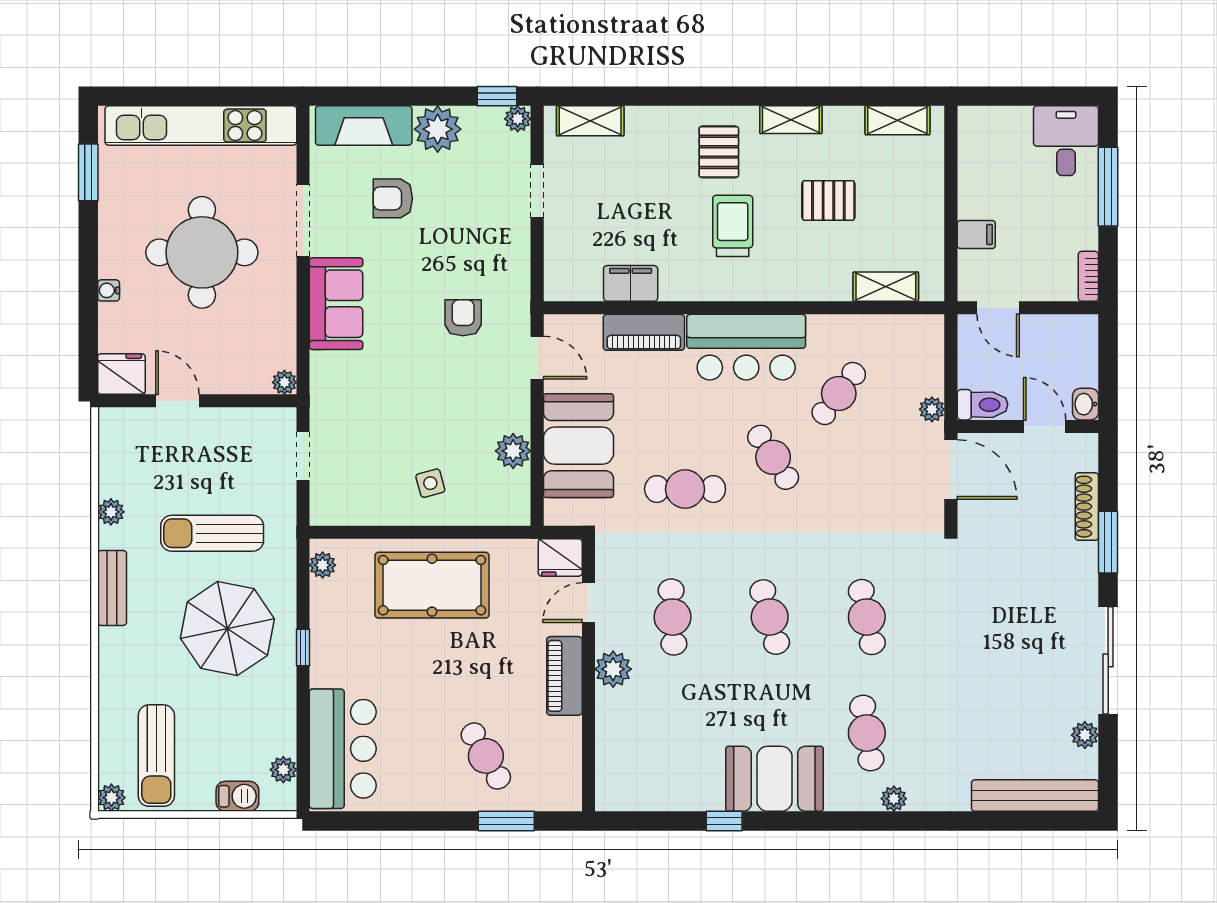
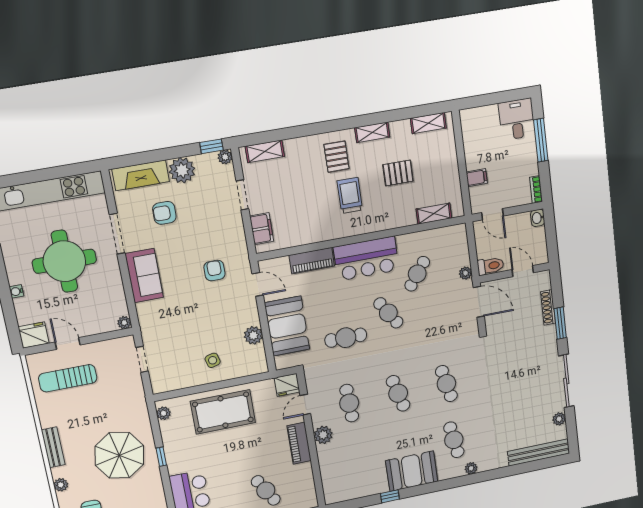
filing cabinet: (631, 283) -> (262, 229), moved, turned 90
washbasin: (1086, 404) -> (538, 218), moved
plant: (111, 512) -> (61, 485), moved
sun lounger: (212, 533) -> (68, 378), moved

